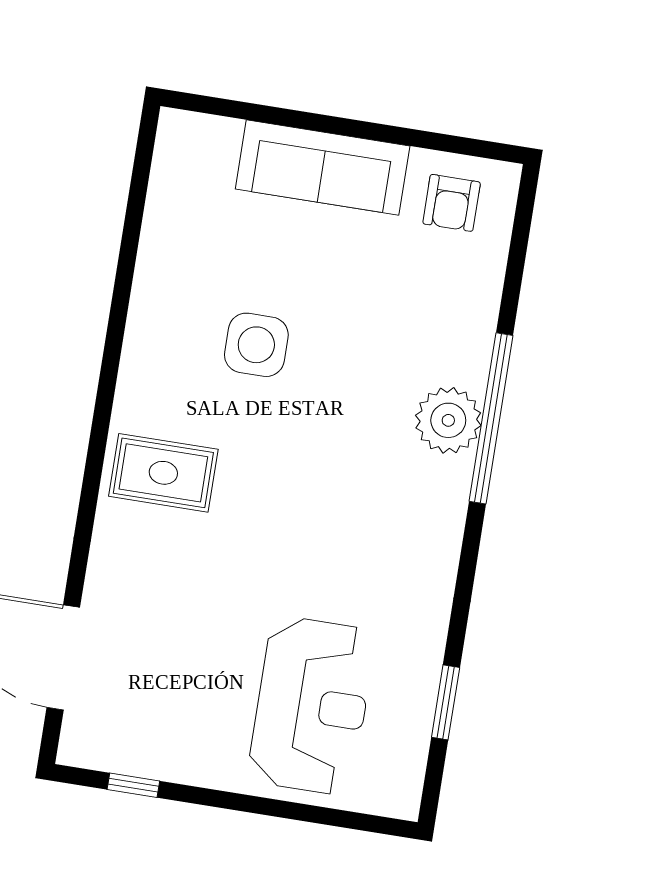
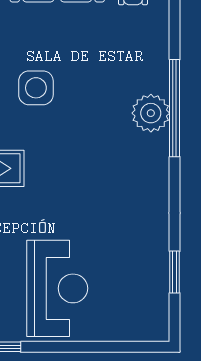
reception desk: (312, 706) -> (57, 288), moved

